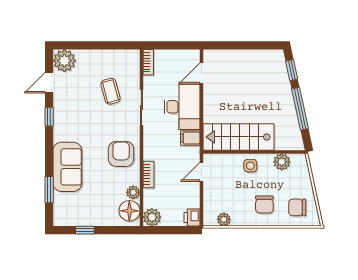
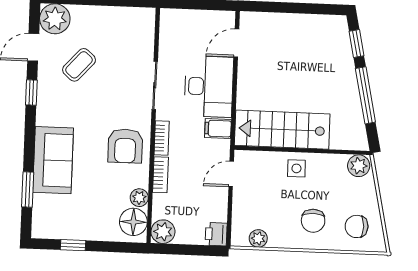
bookcase: (148, 62) -> (162, 138), moved
coffee table: (110, 91) -> (79, 65), moved, turned 57
armchair: (121, 154) -> (125, 146), turned 180
plant: (282, 162) -> (359, 166), moved

